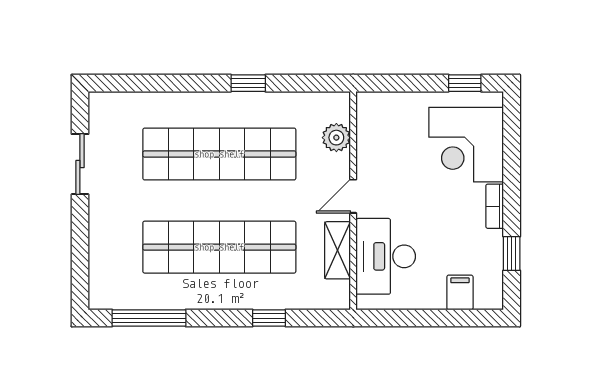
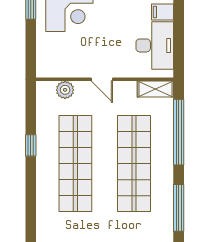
shelving: (338, 250) -> (155, 89), moved
desk: (386, 256) -> (155, 45), moved, turned -90
window: (269, 318) -> (179, 132), width x3.17

